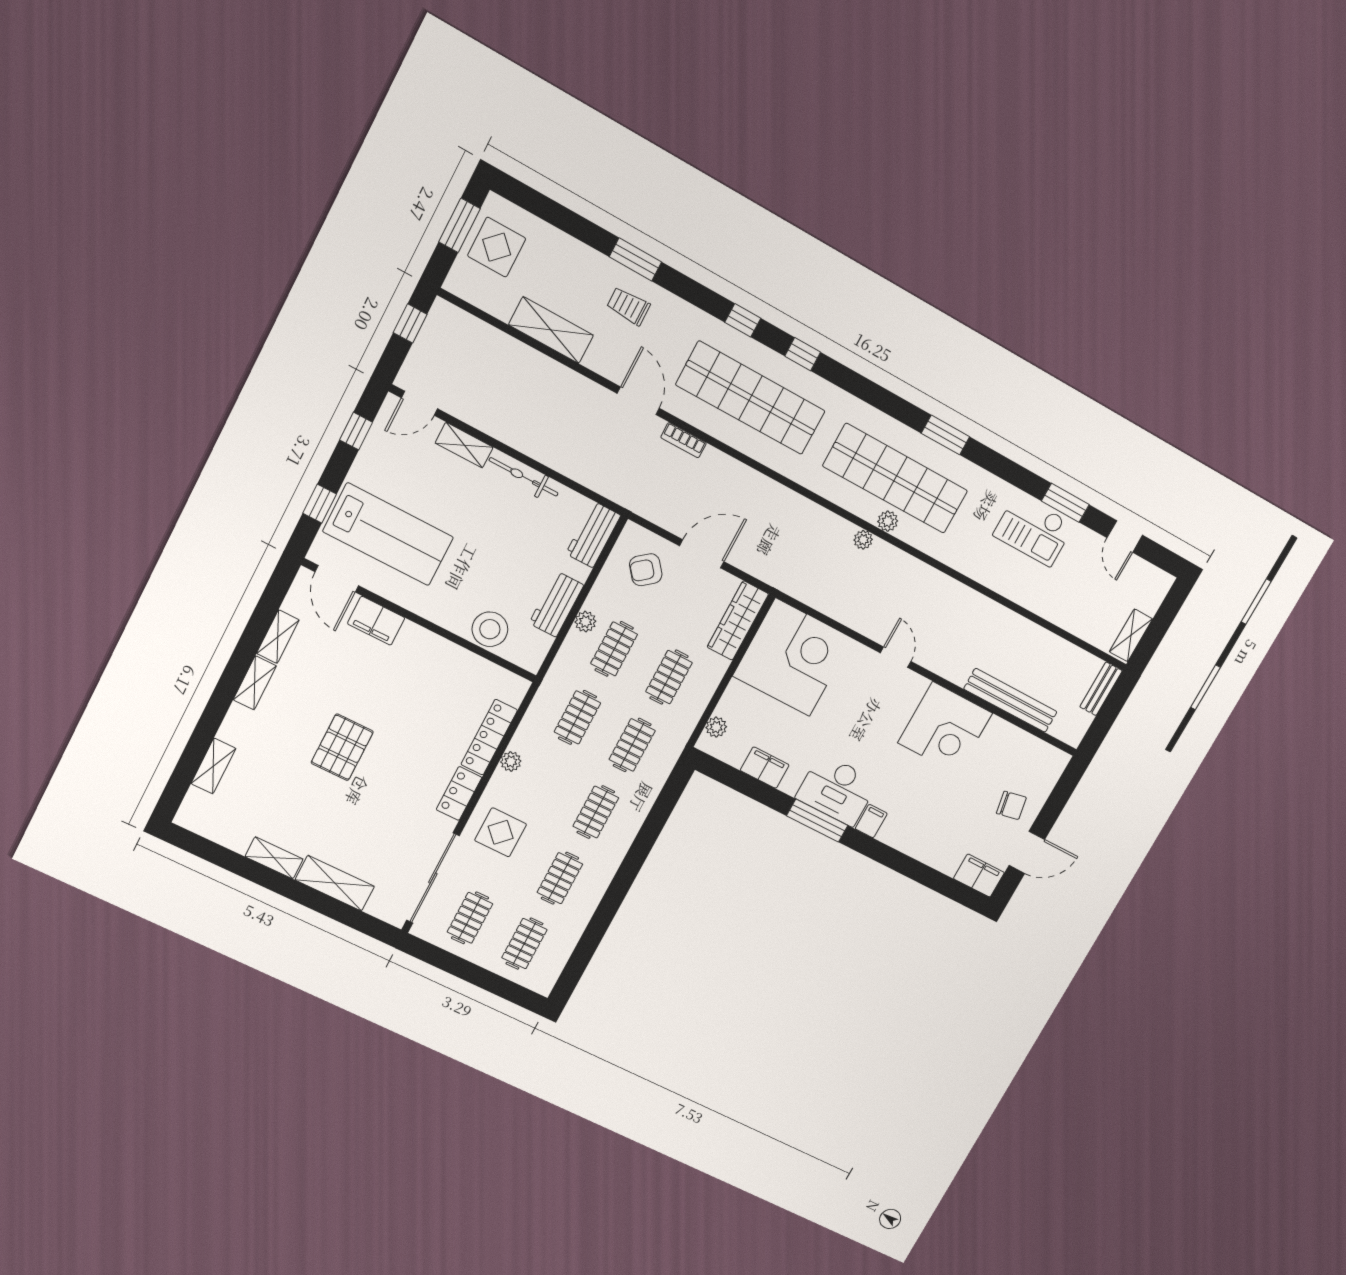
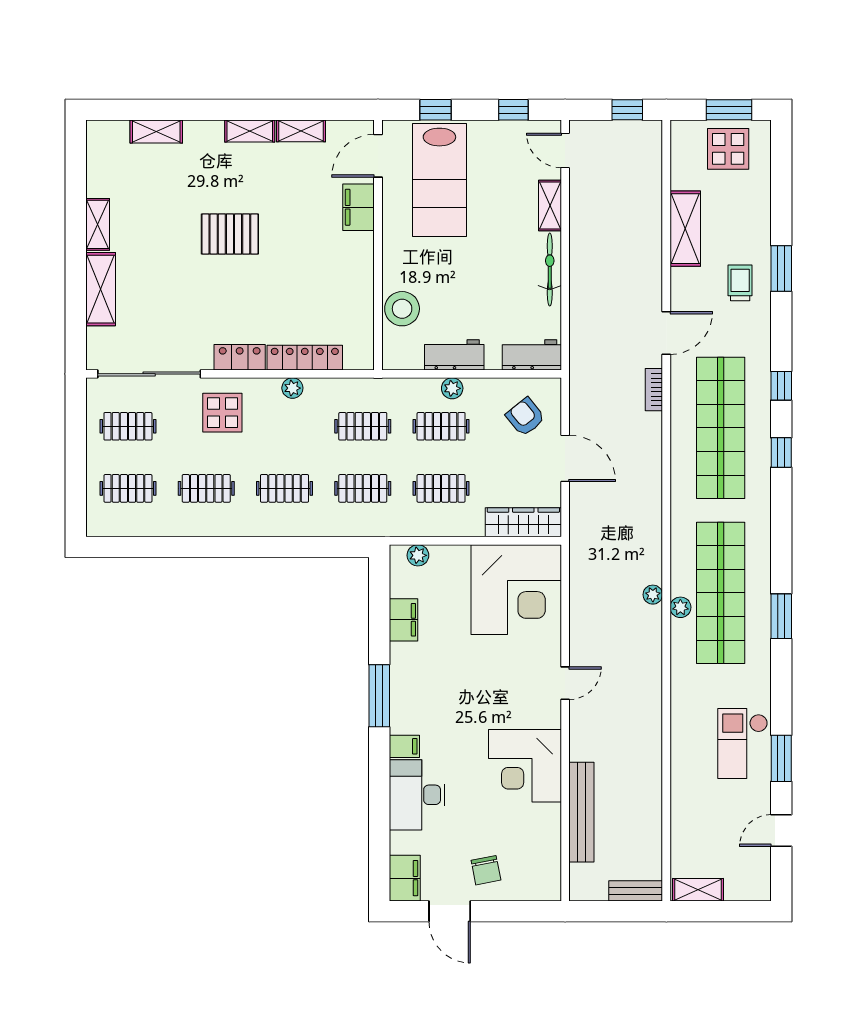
desk: (837, 790) -> (417, 795), moved

